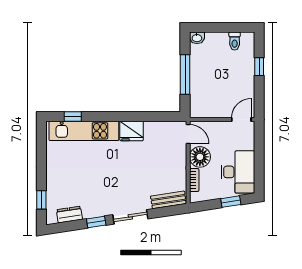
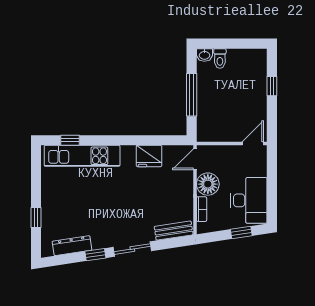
toilet: (235, 41) -> (220, 59), moved
fridge: (132, 131) -> (149, 156), moved
door: (188, 134) -> (195, 159), swing flipped
window: (41, 200) -> (36, 218), moved
dresser: (69, 215) -> (72, 246), width x1.44

